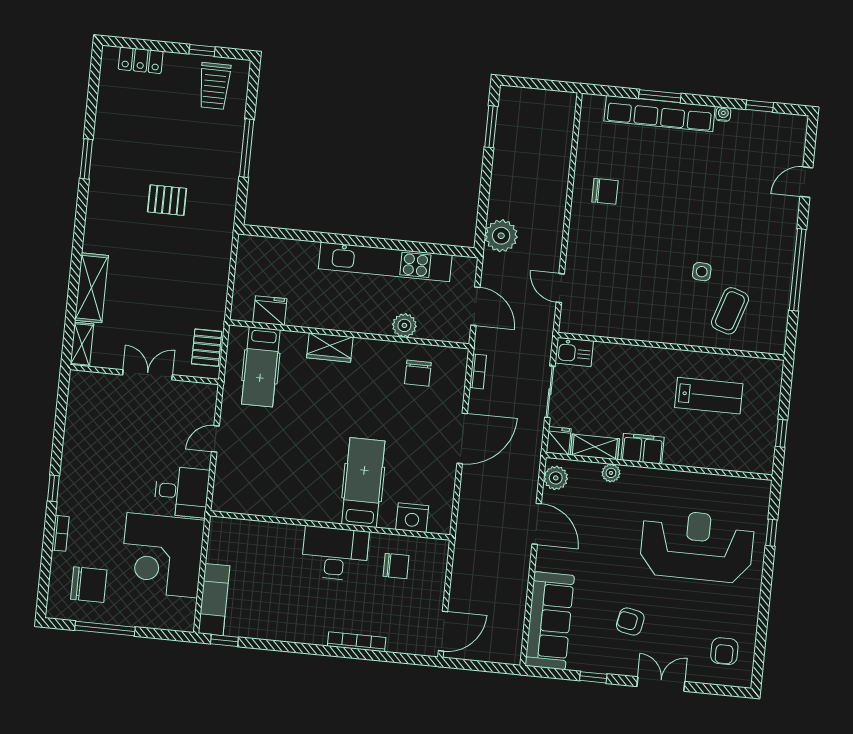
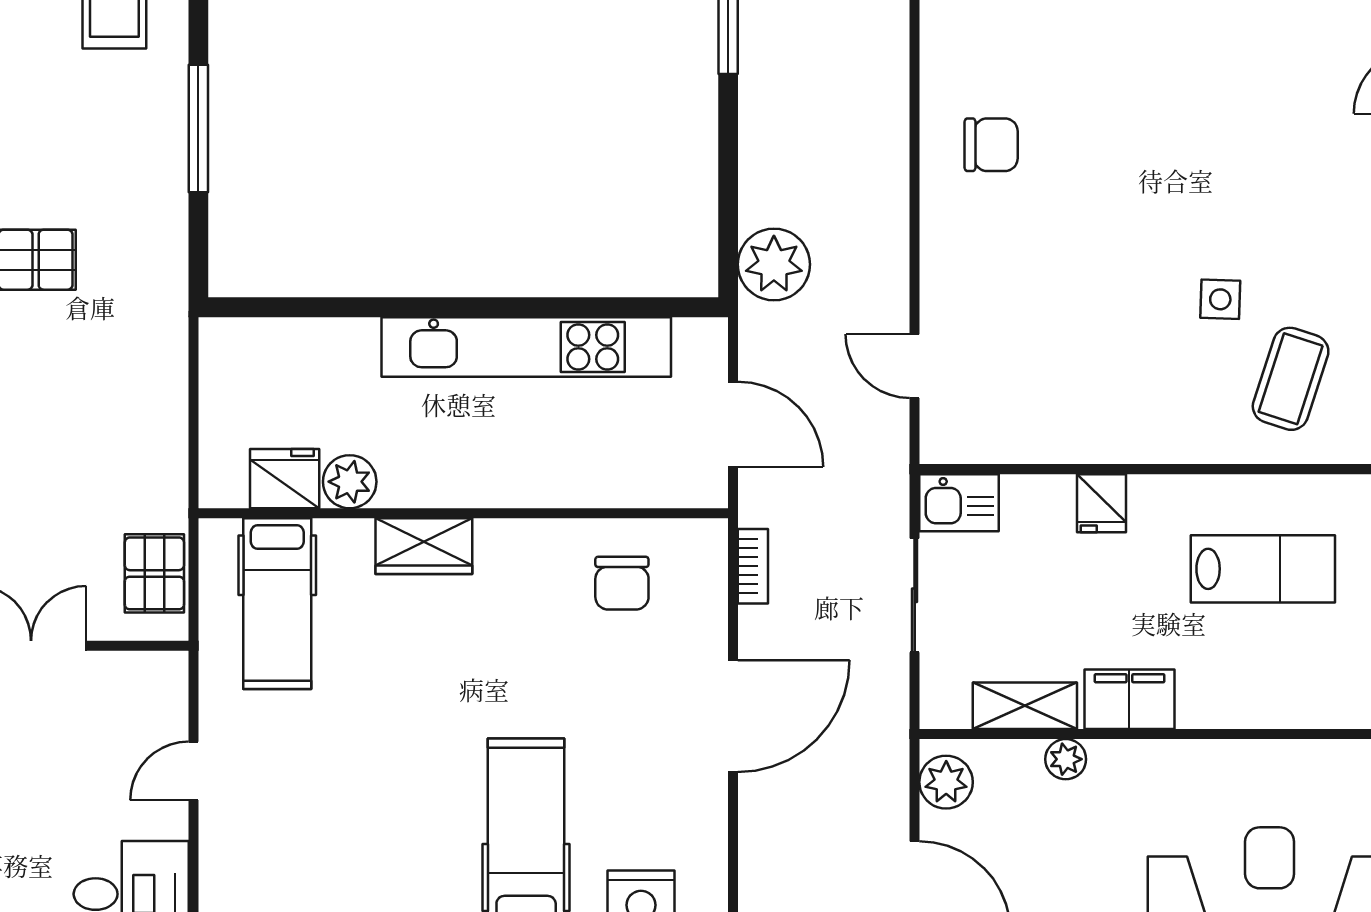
plant: (404, 325) -> (350, 482), moved
fridge: (559, 441) -> (1102, 503), moved, turned 180

